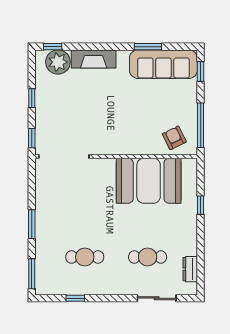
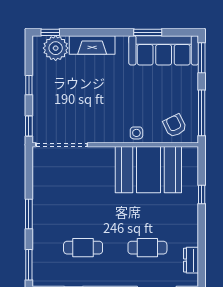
window: (201, 71) -> (202, 58), width x1.50
side table: (137, 145) -> (136, 133), added

